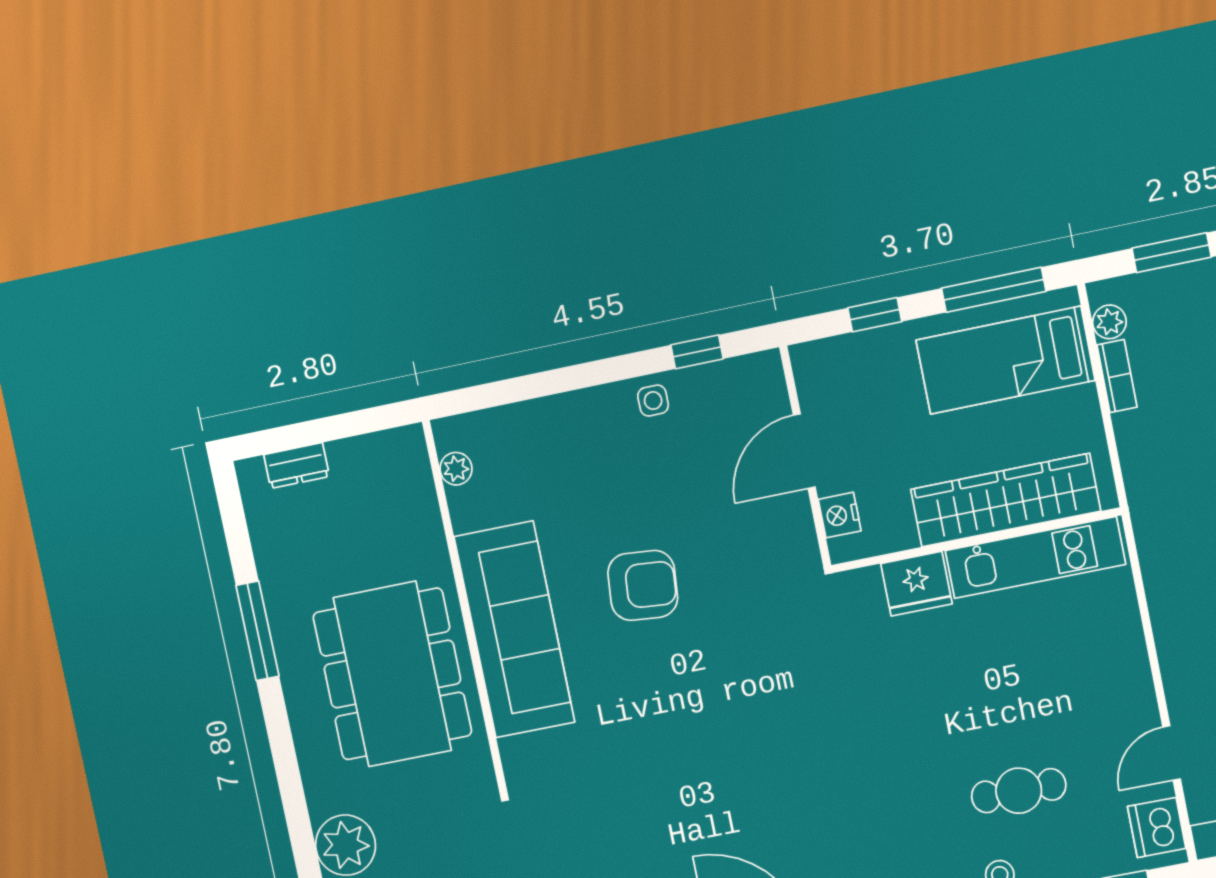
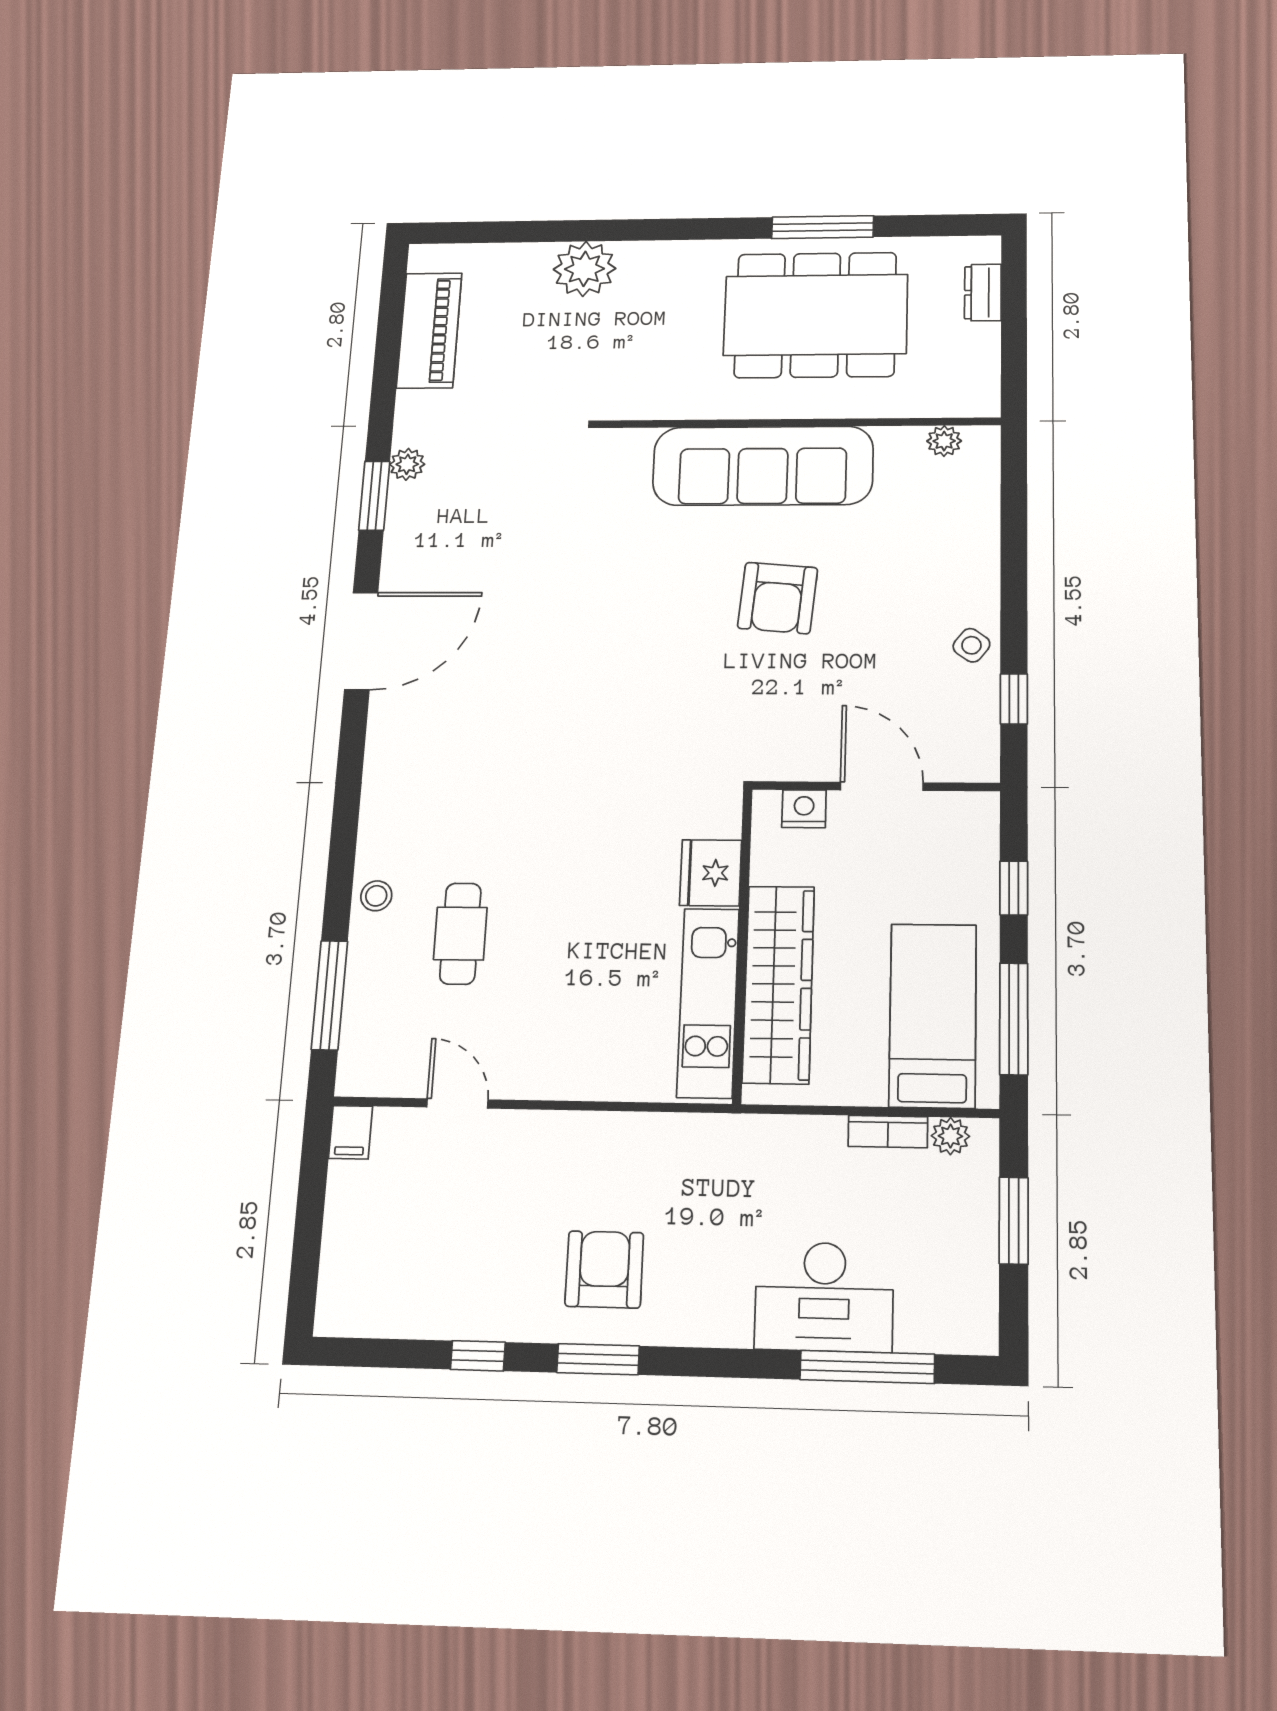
side table: (653, 401) -> (971, 645), turned 37
dining table: (392, 674) -> (816, 315), moved
dishwasher: (1157, 827) -> (381, 1070), removed

